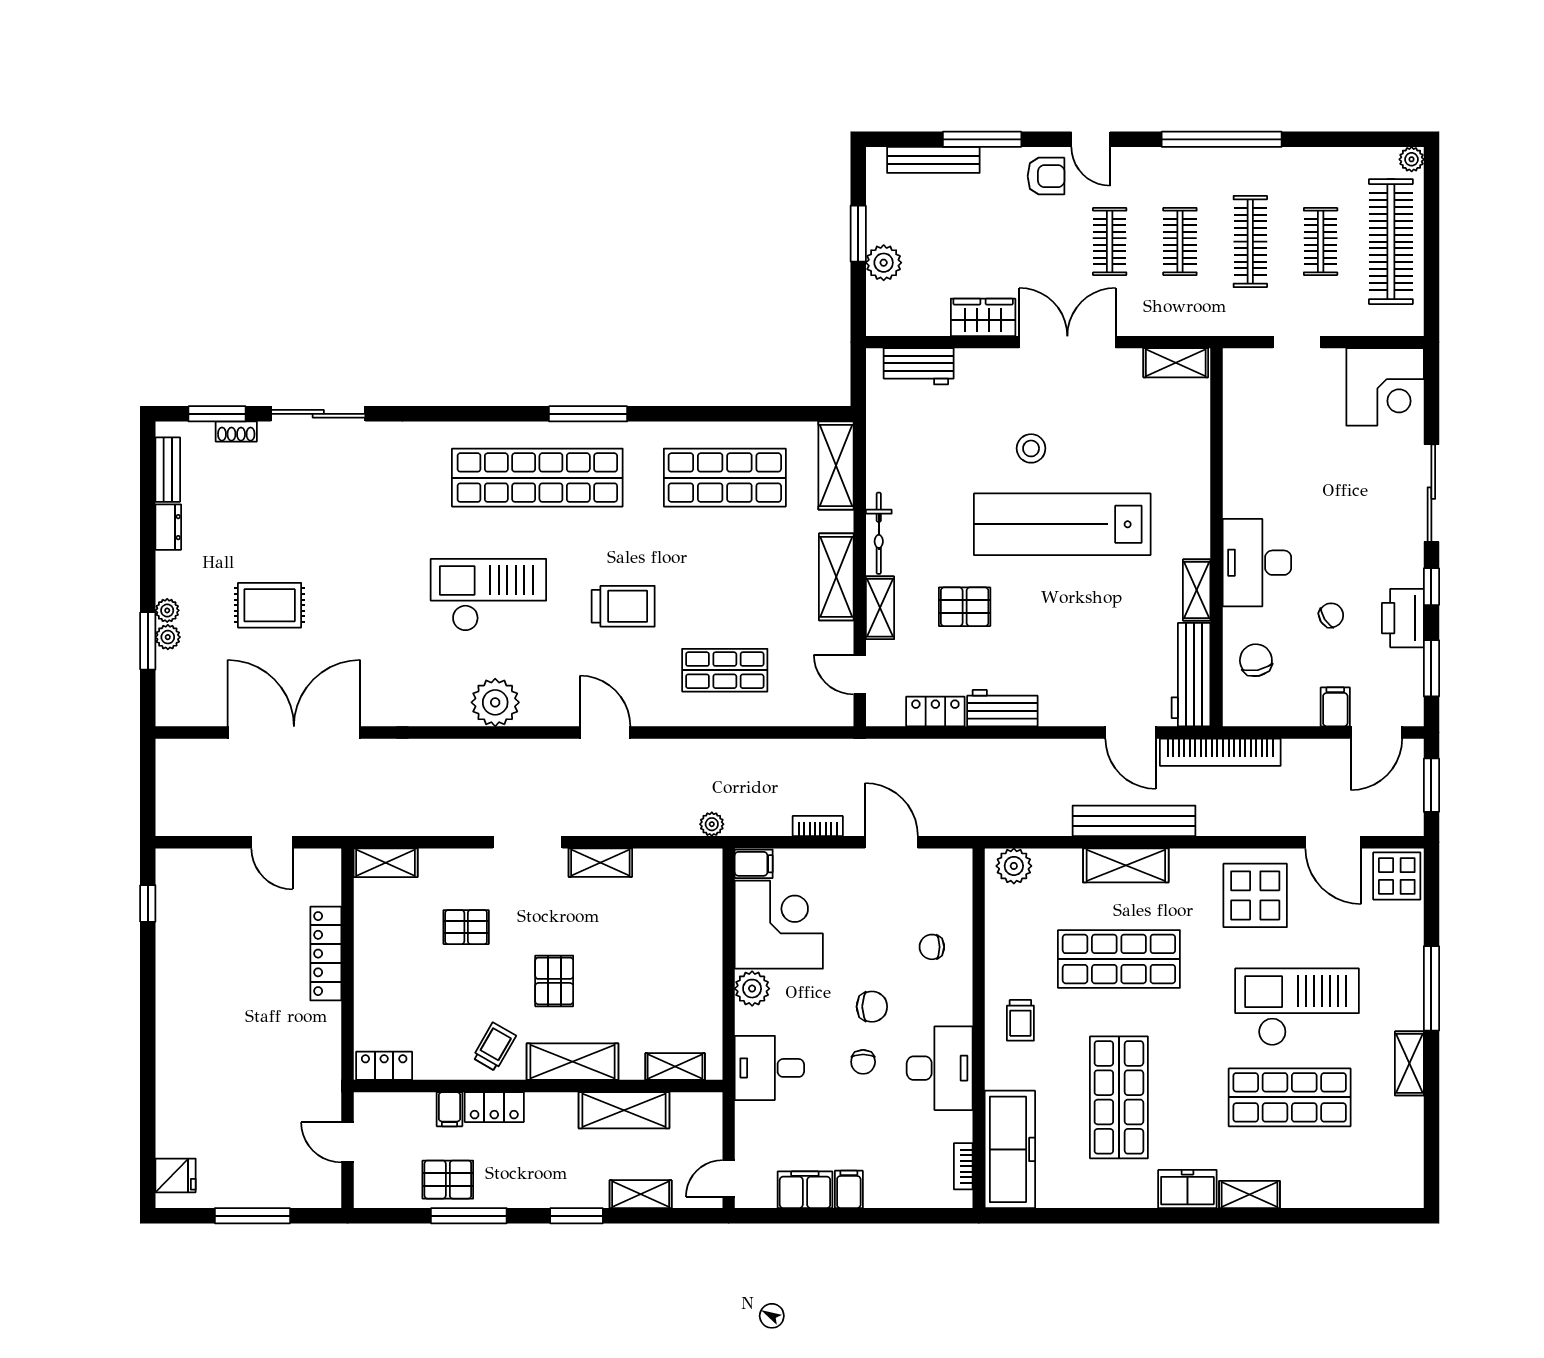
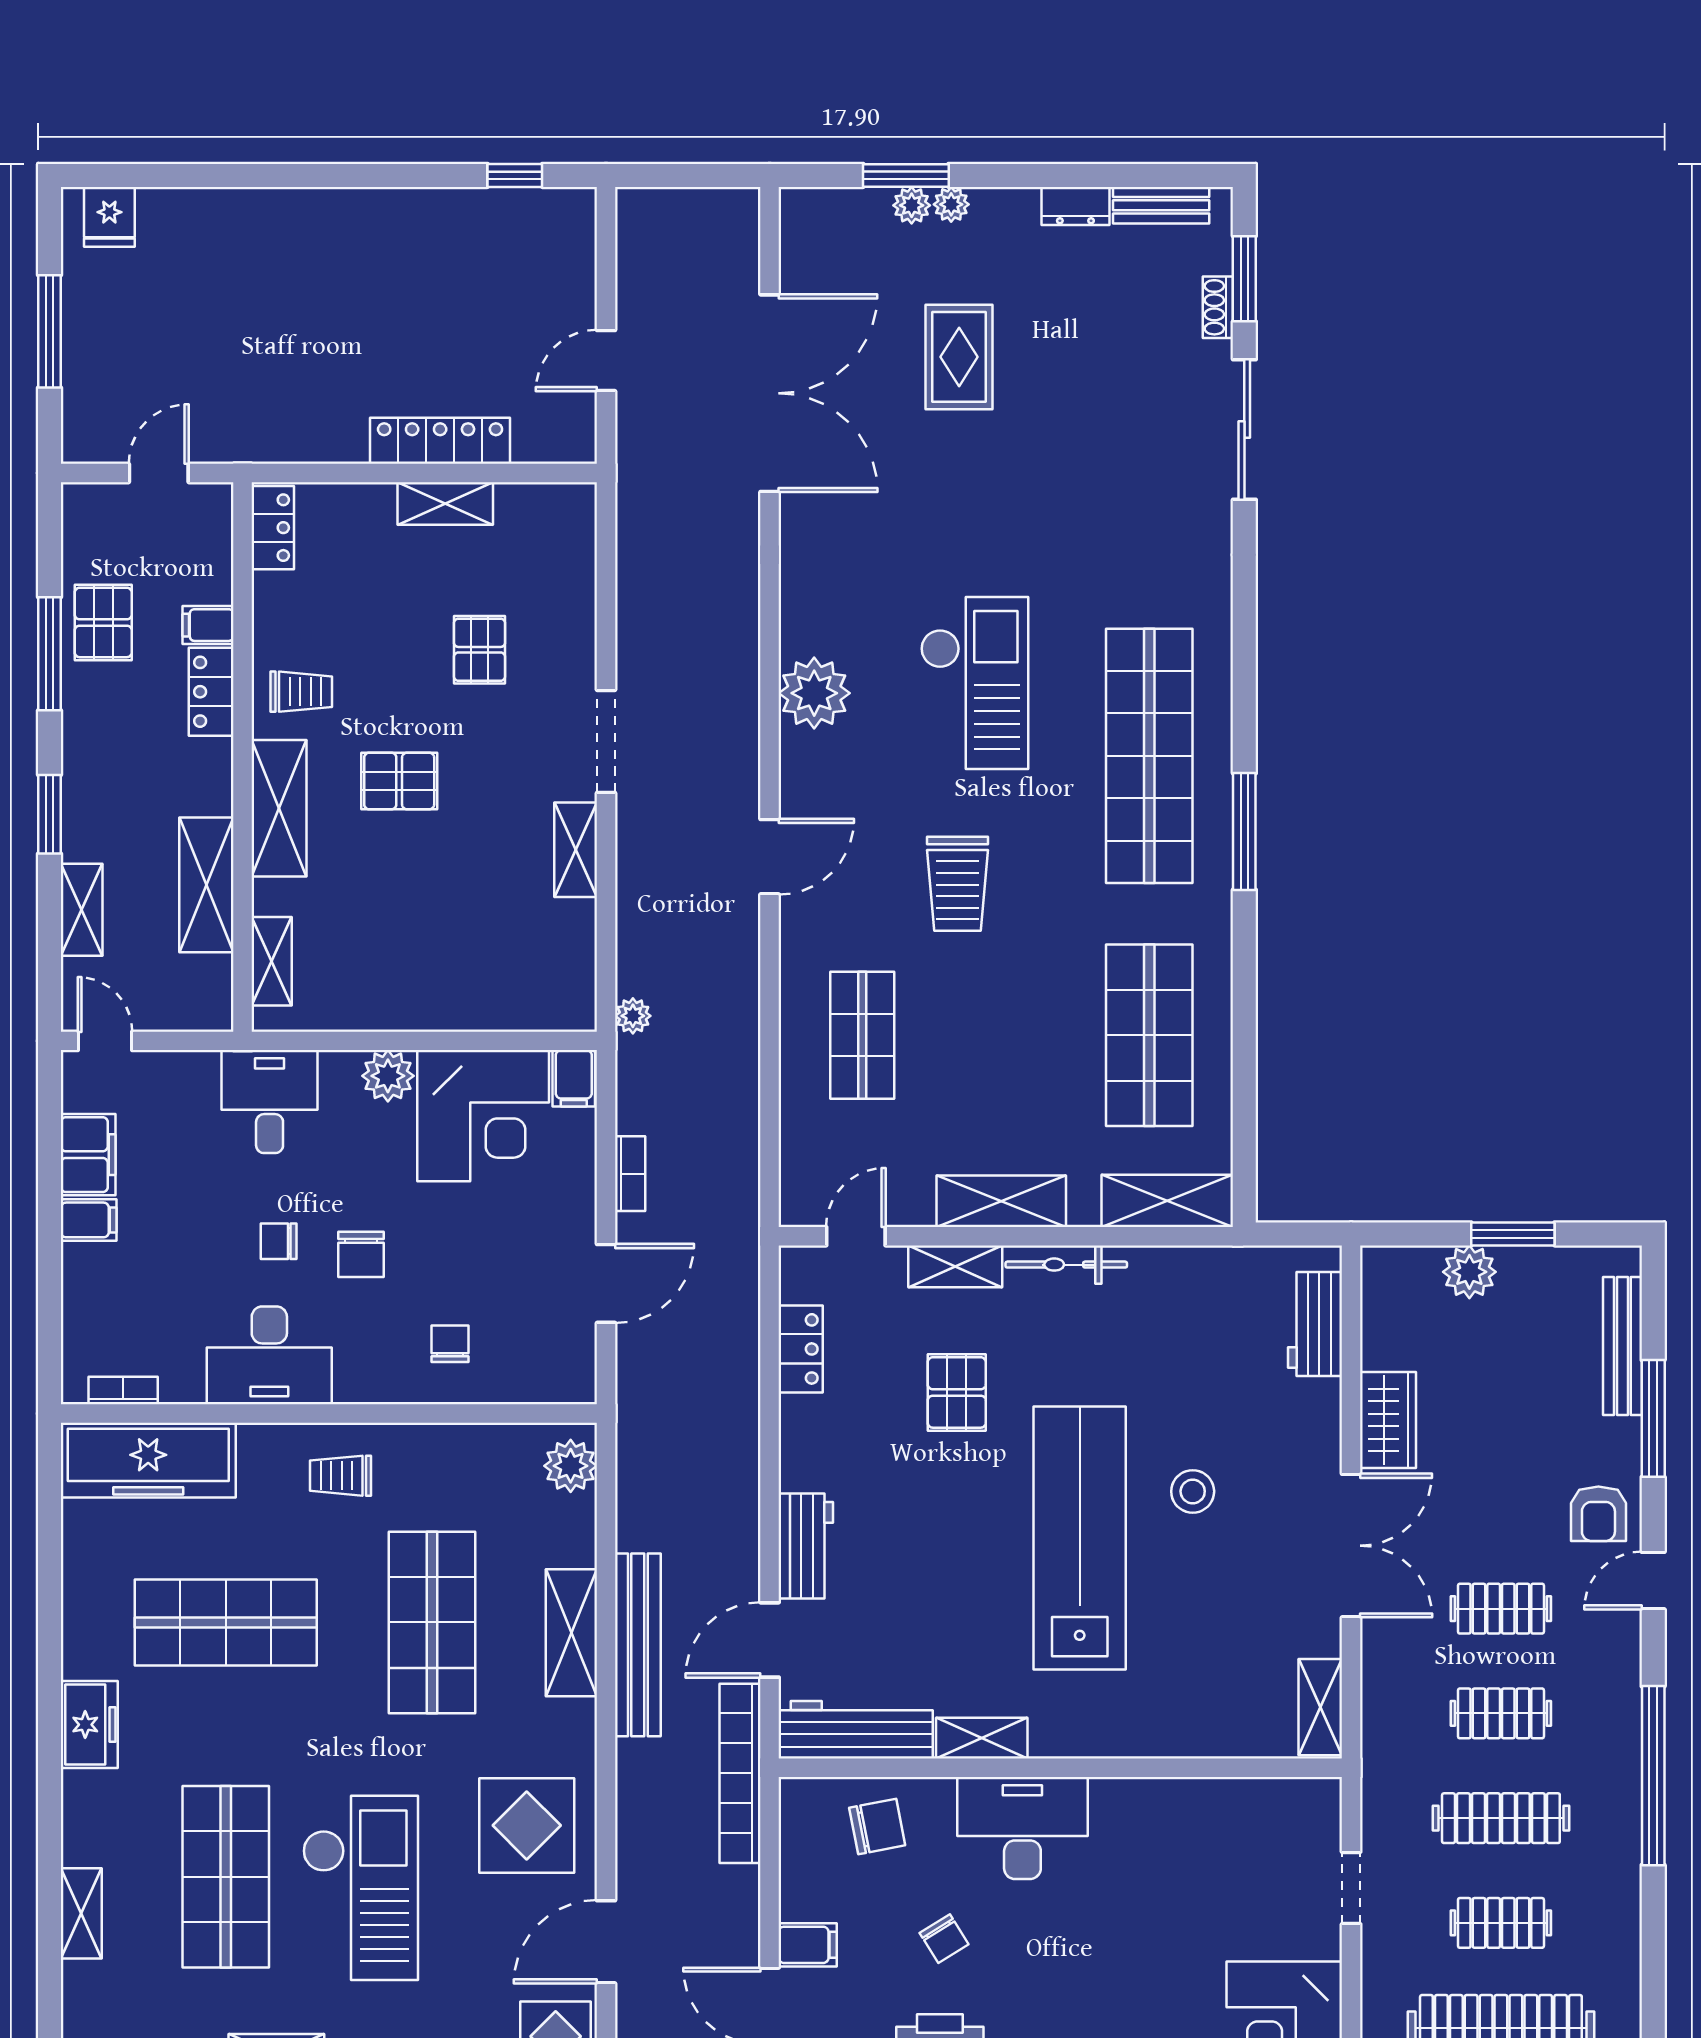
workbench: (1002, 708) -> (806, 1546), moved
shelving: (386, 863) -> (445, 504), moved, turned 90
trolley: (494, 1047) -> (301, 692), turned -30
shelving: (1249, 1194) -> (81, 1913), moved

